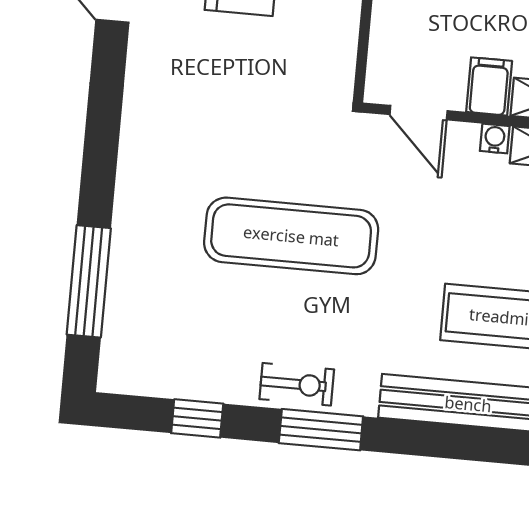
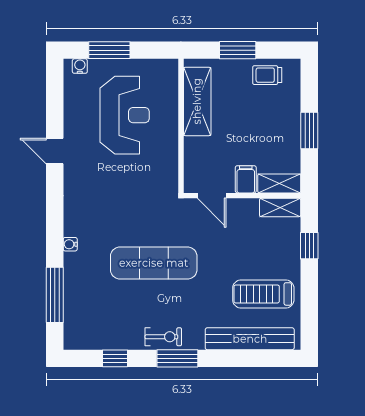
water cooler: (495, 139) -> (70, 244), moved, turned -90

